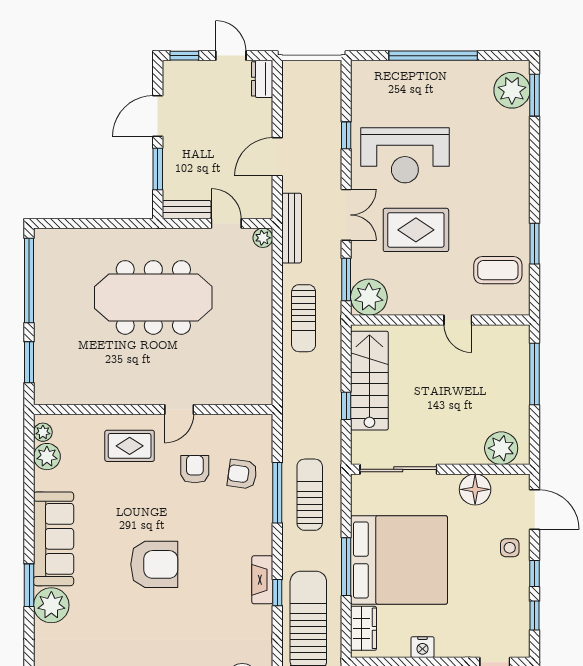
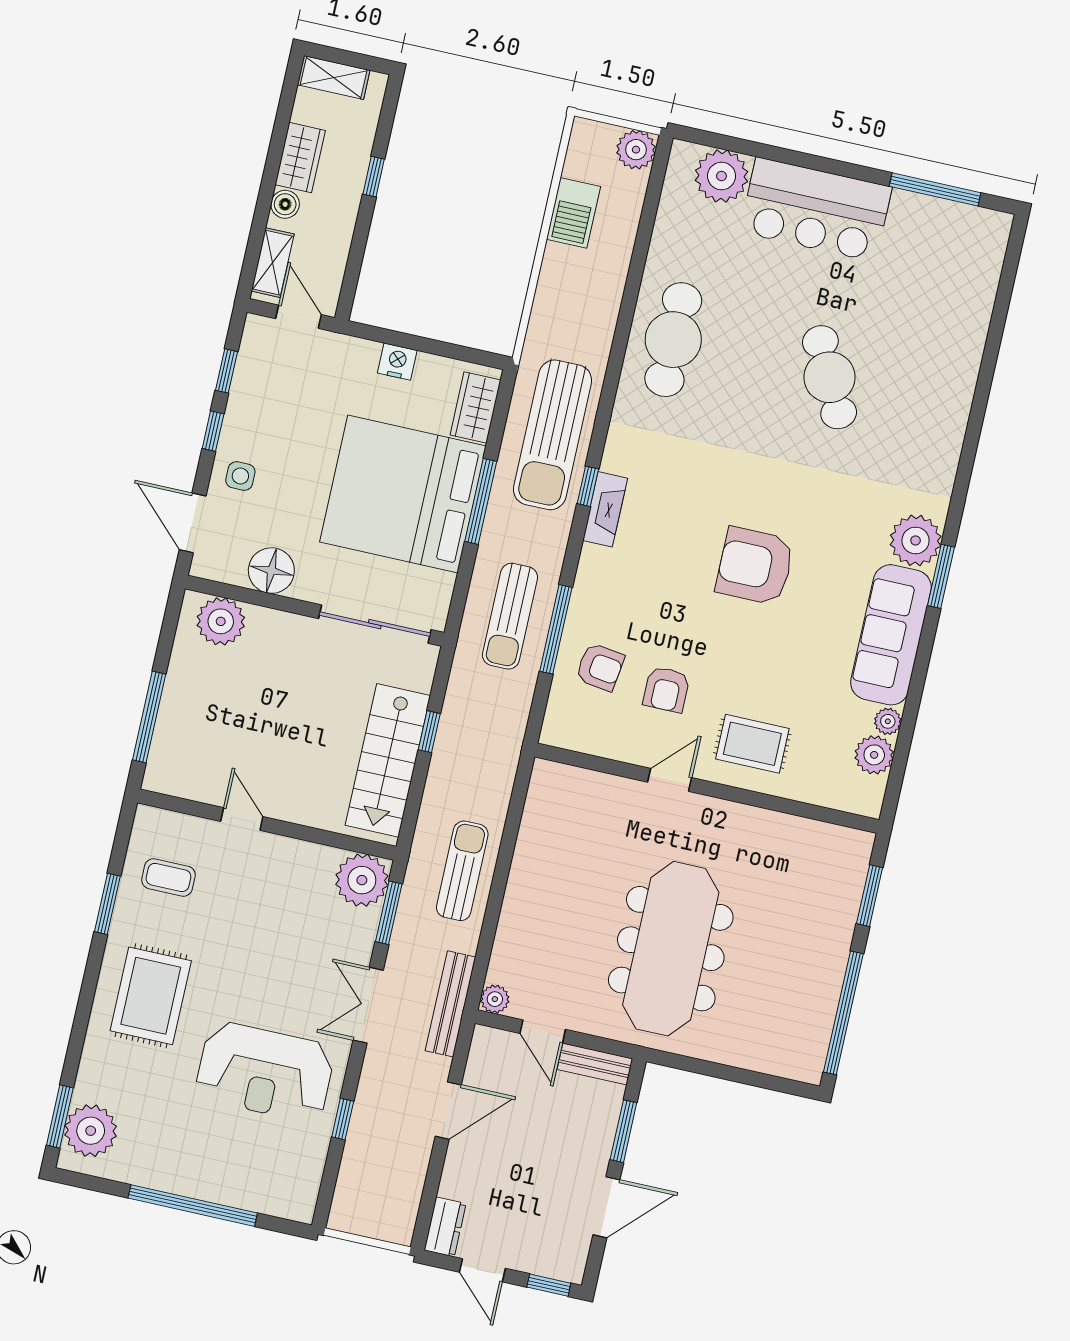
reception desk: (405, 155) -> (265, 1072), turned 180
rug: (416, 230) -> (151, 996), moved, turned 90
coffee table: (498, 270) -> (168, 877), width x0.73, depth x0.77
meeting table: (153, 297) -> (671, 949), turned 90
plant: (43, 432) -> (888, 721), moved

